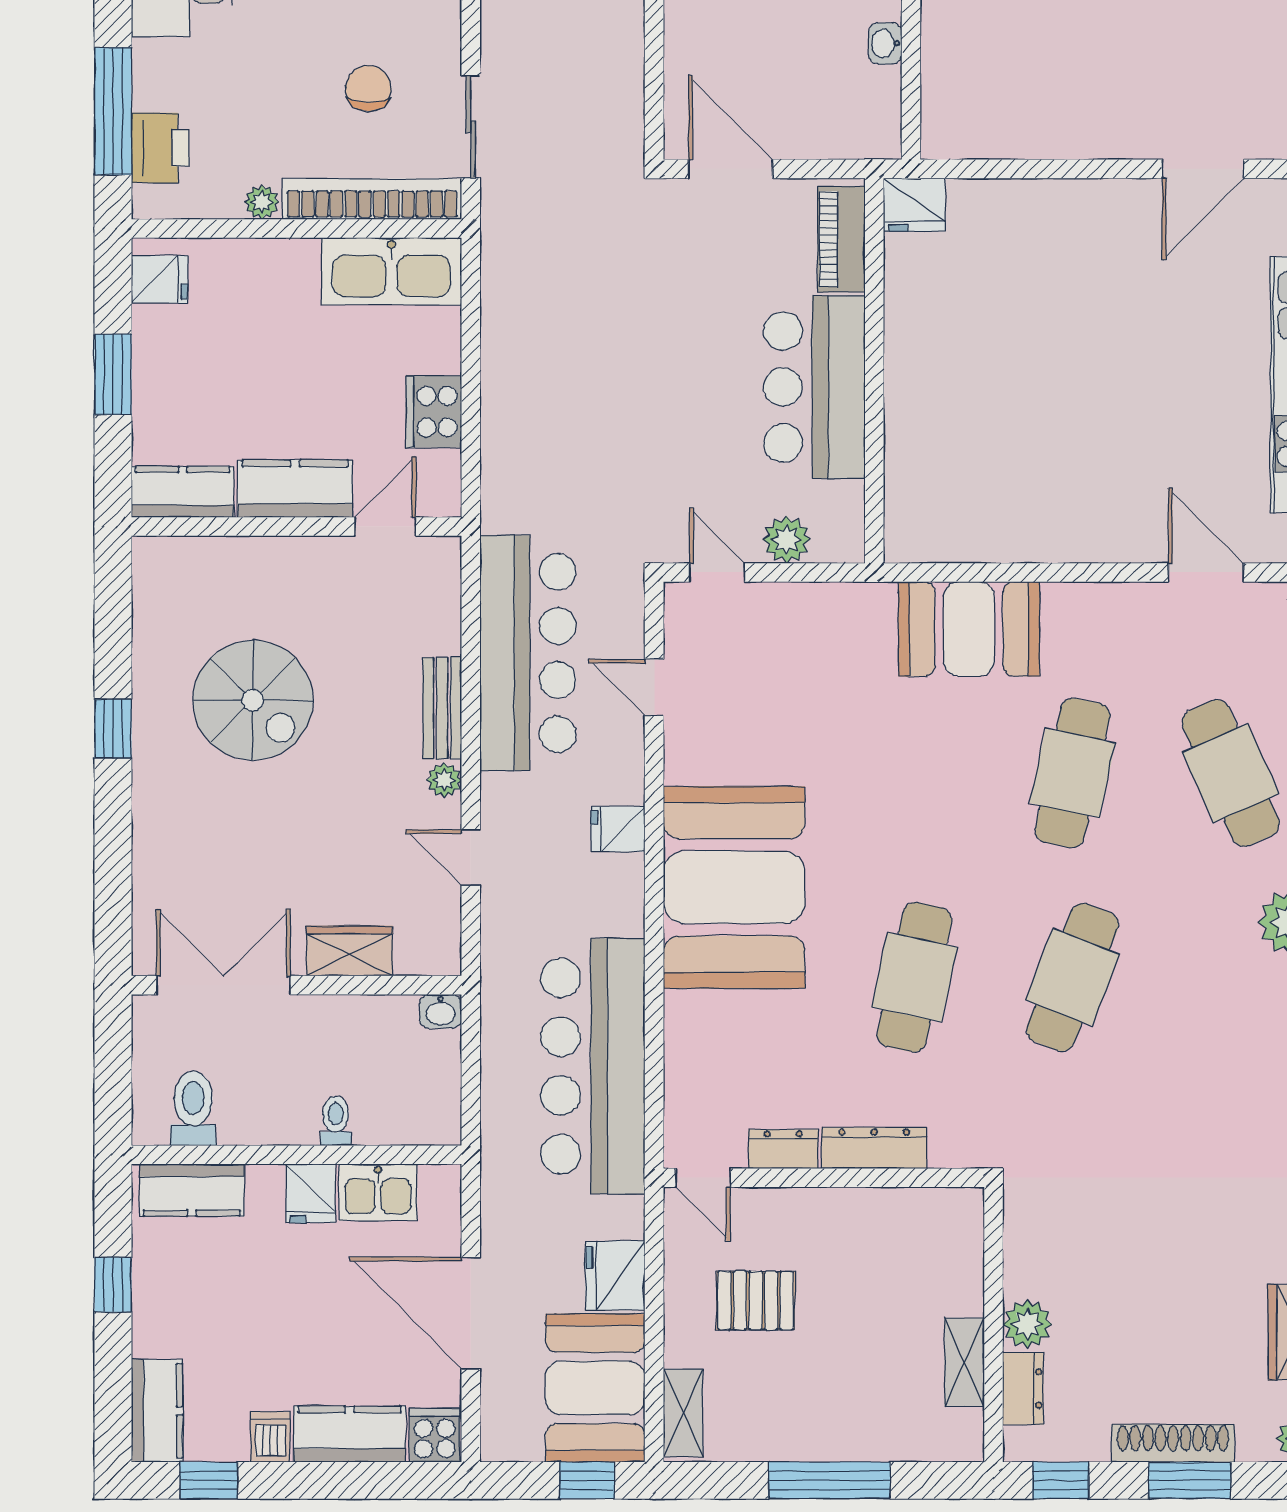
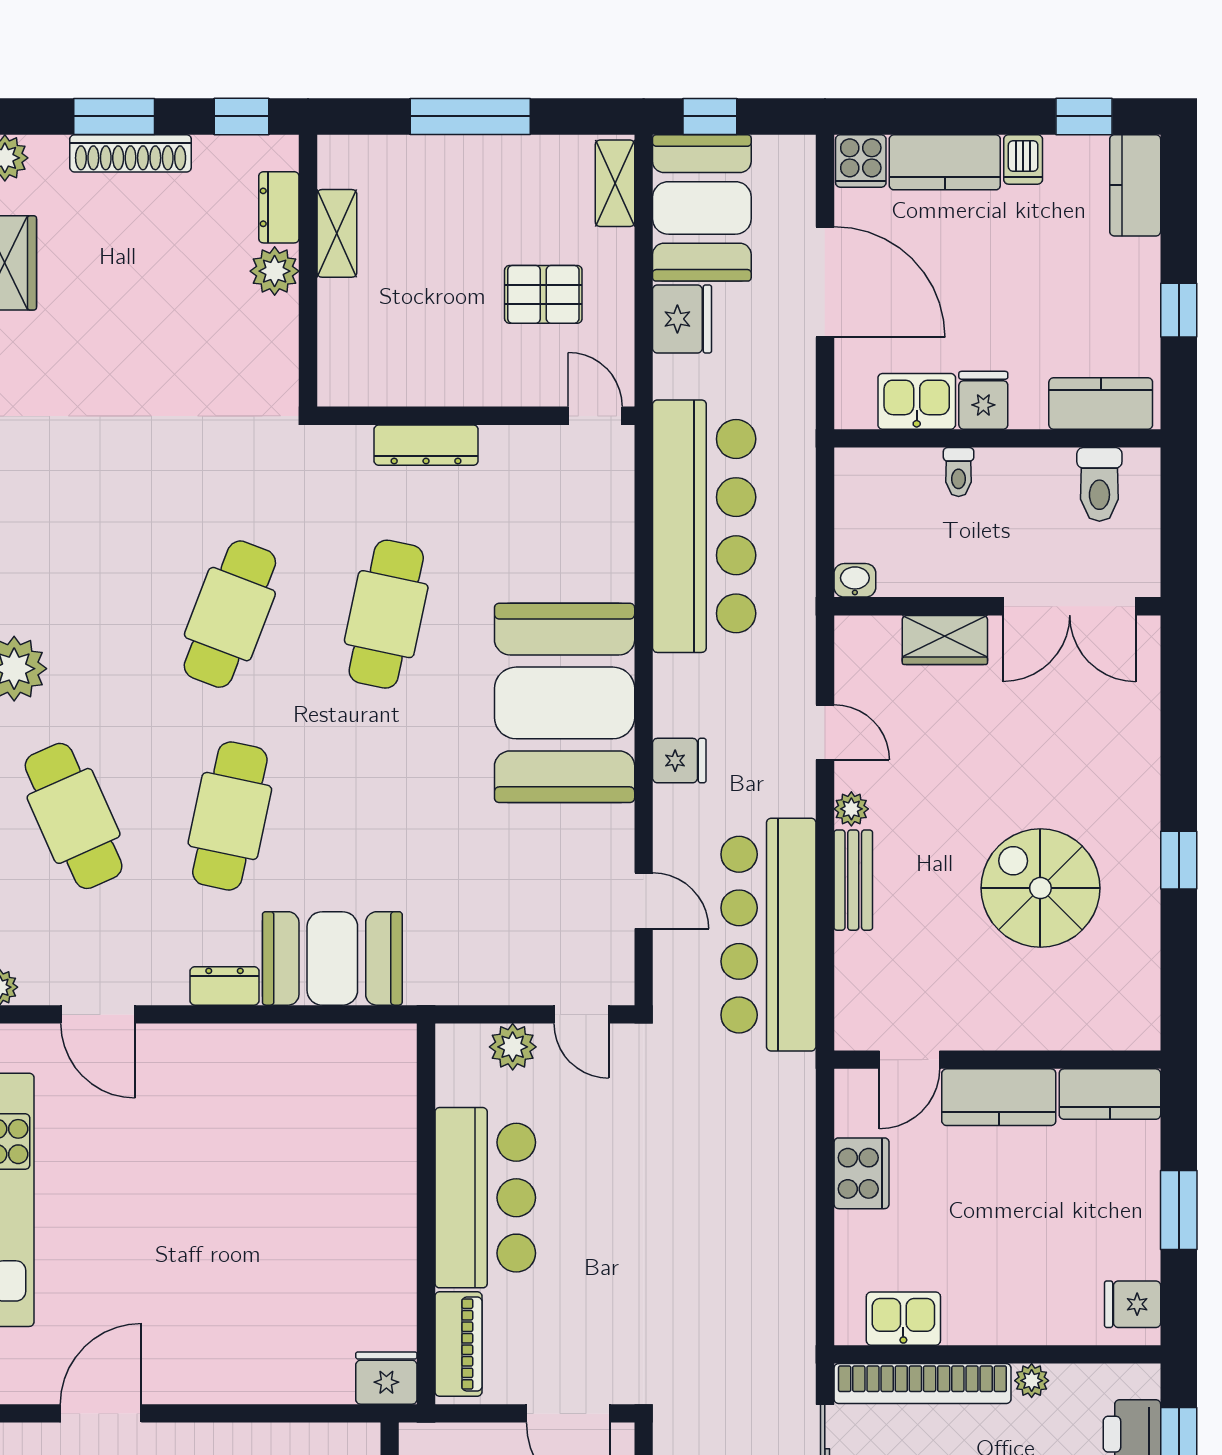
kitchen sink: (391, 271) -> (903, 1319), width x0.53, depth x0.81
dresser: (783, 1149) -> (225, 986), moved, turned 180

